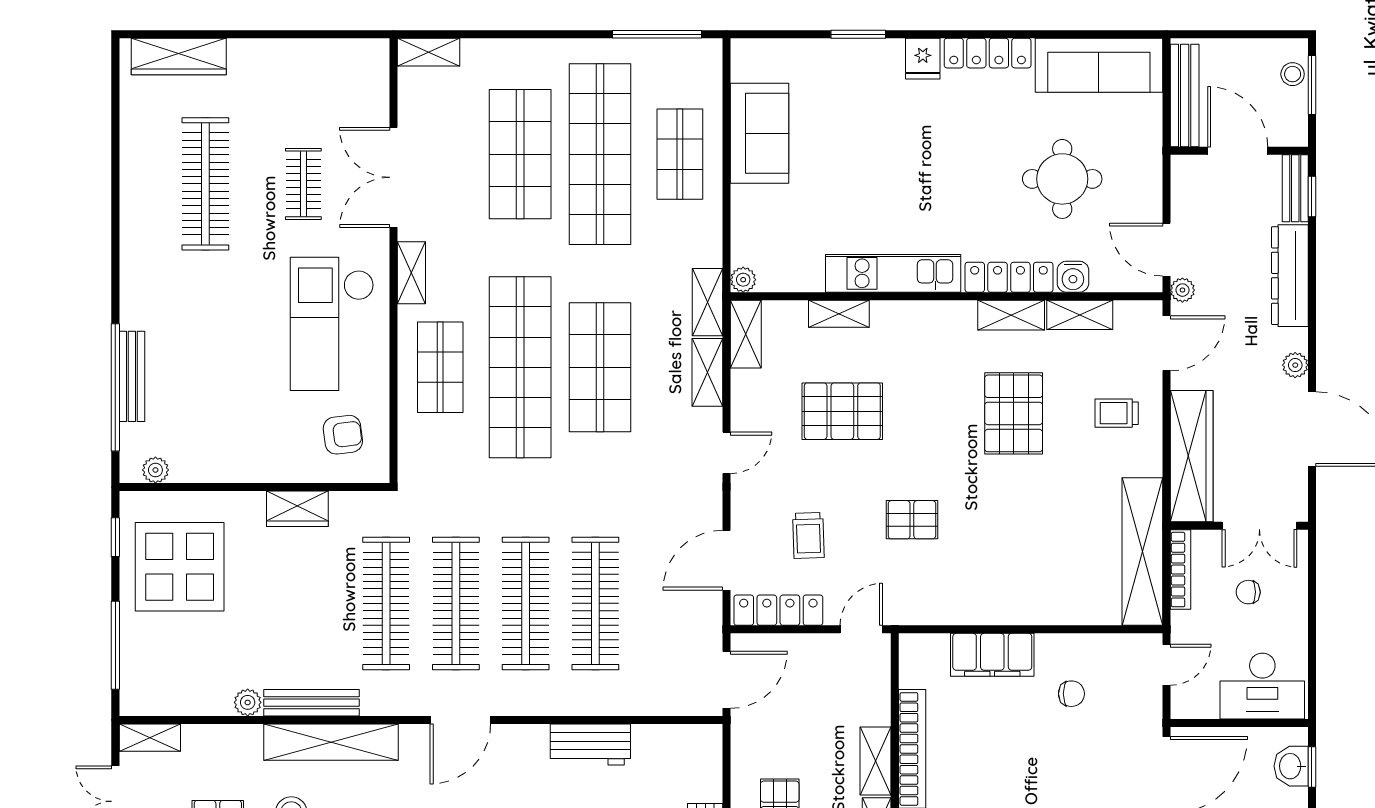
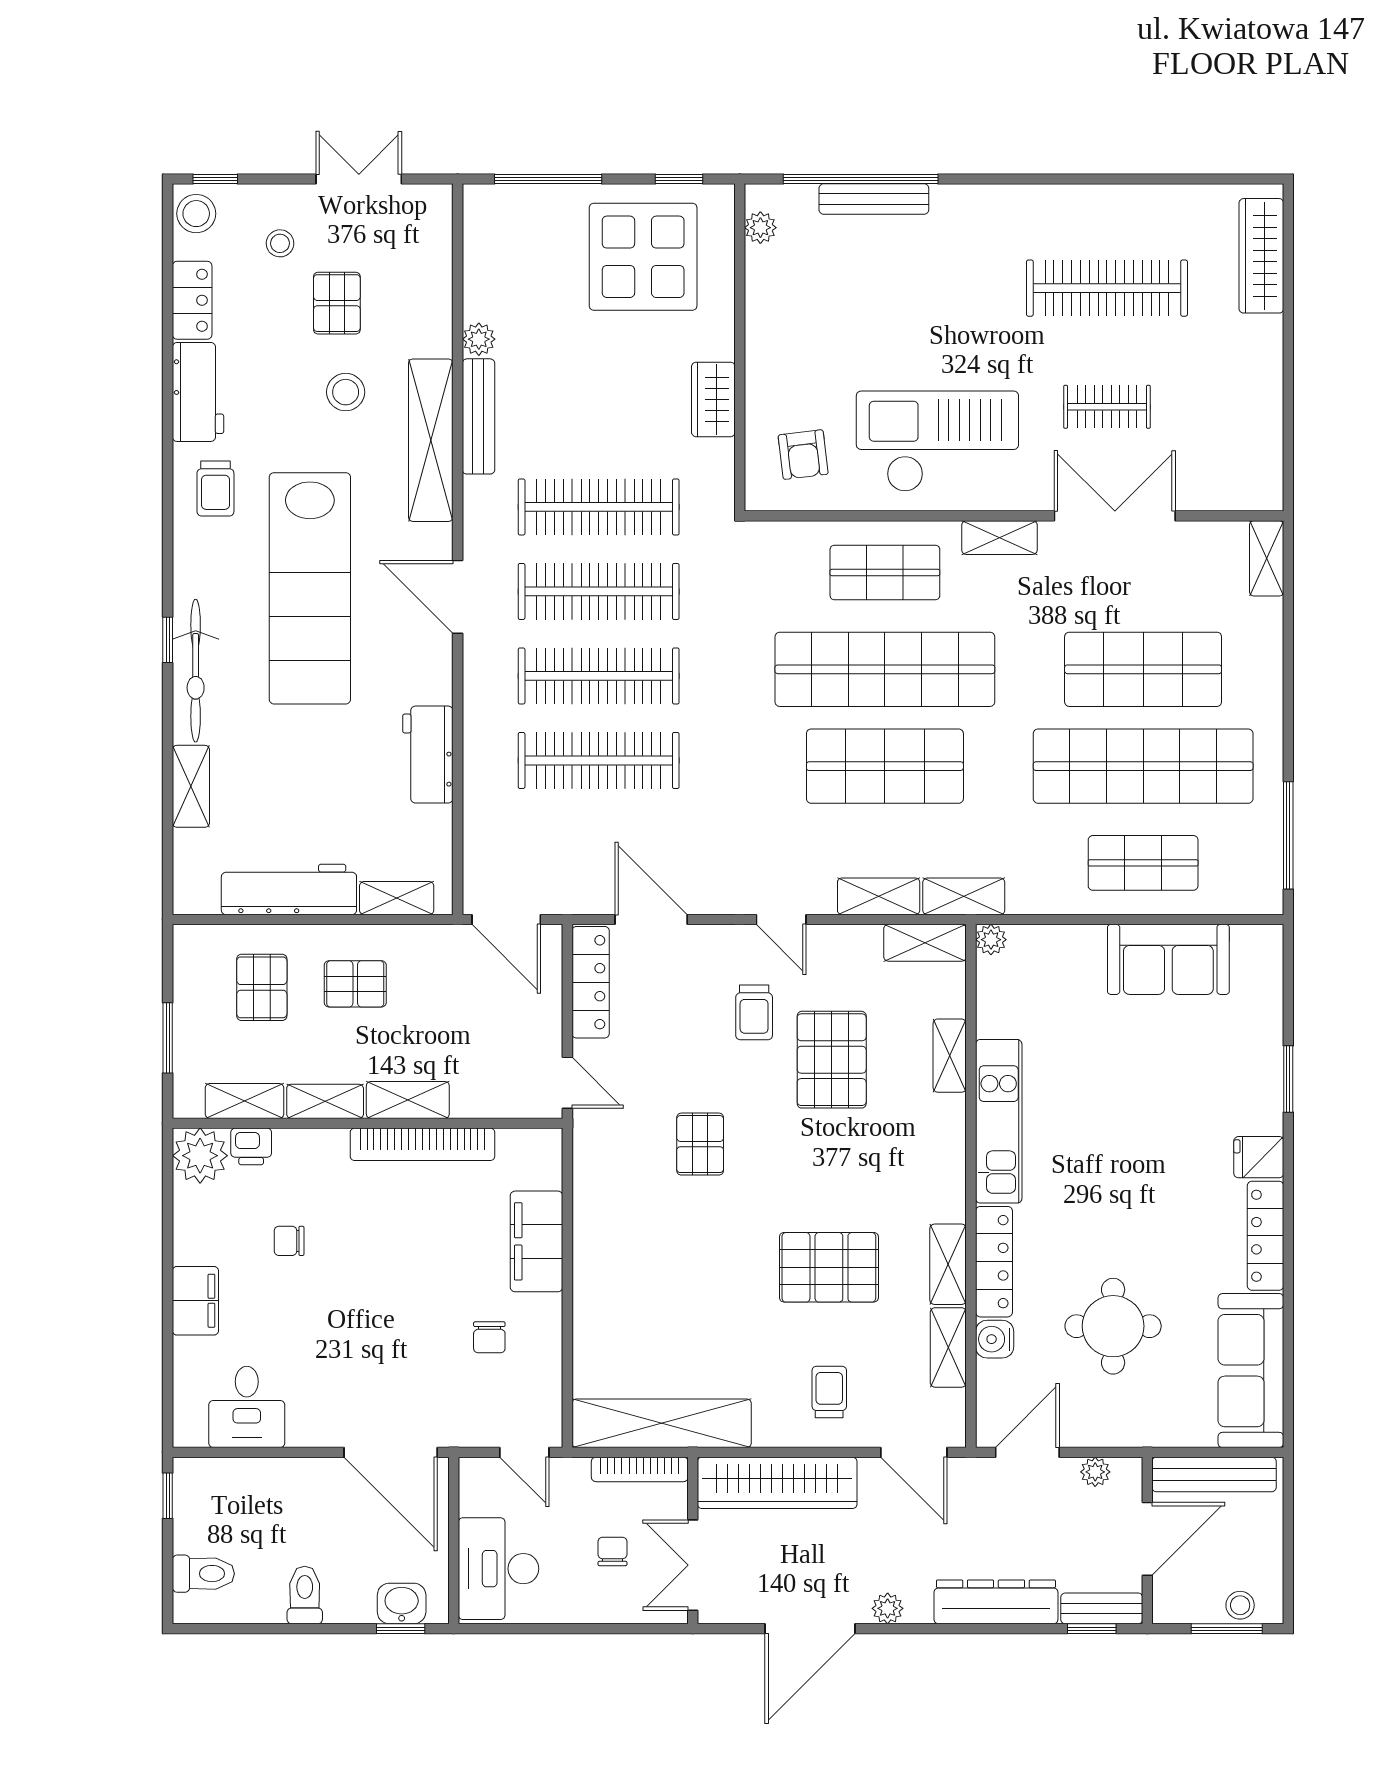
plant: (1182, 290) -> (1095, 1472), moved
trolley: (808, 535) -> (754, 1012), moved, turned -88
shelving: (150, 738) -> (397, 898), moved, turned 90

